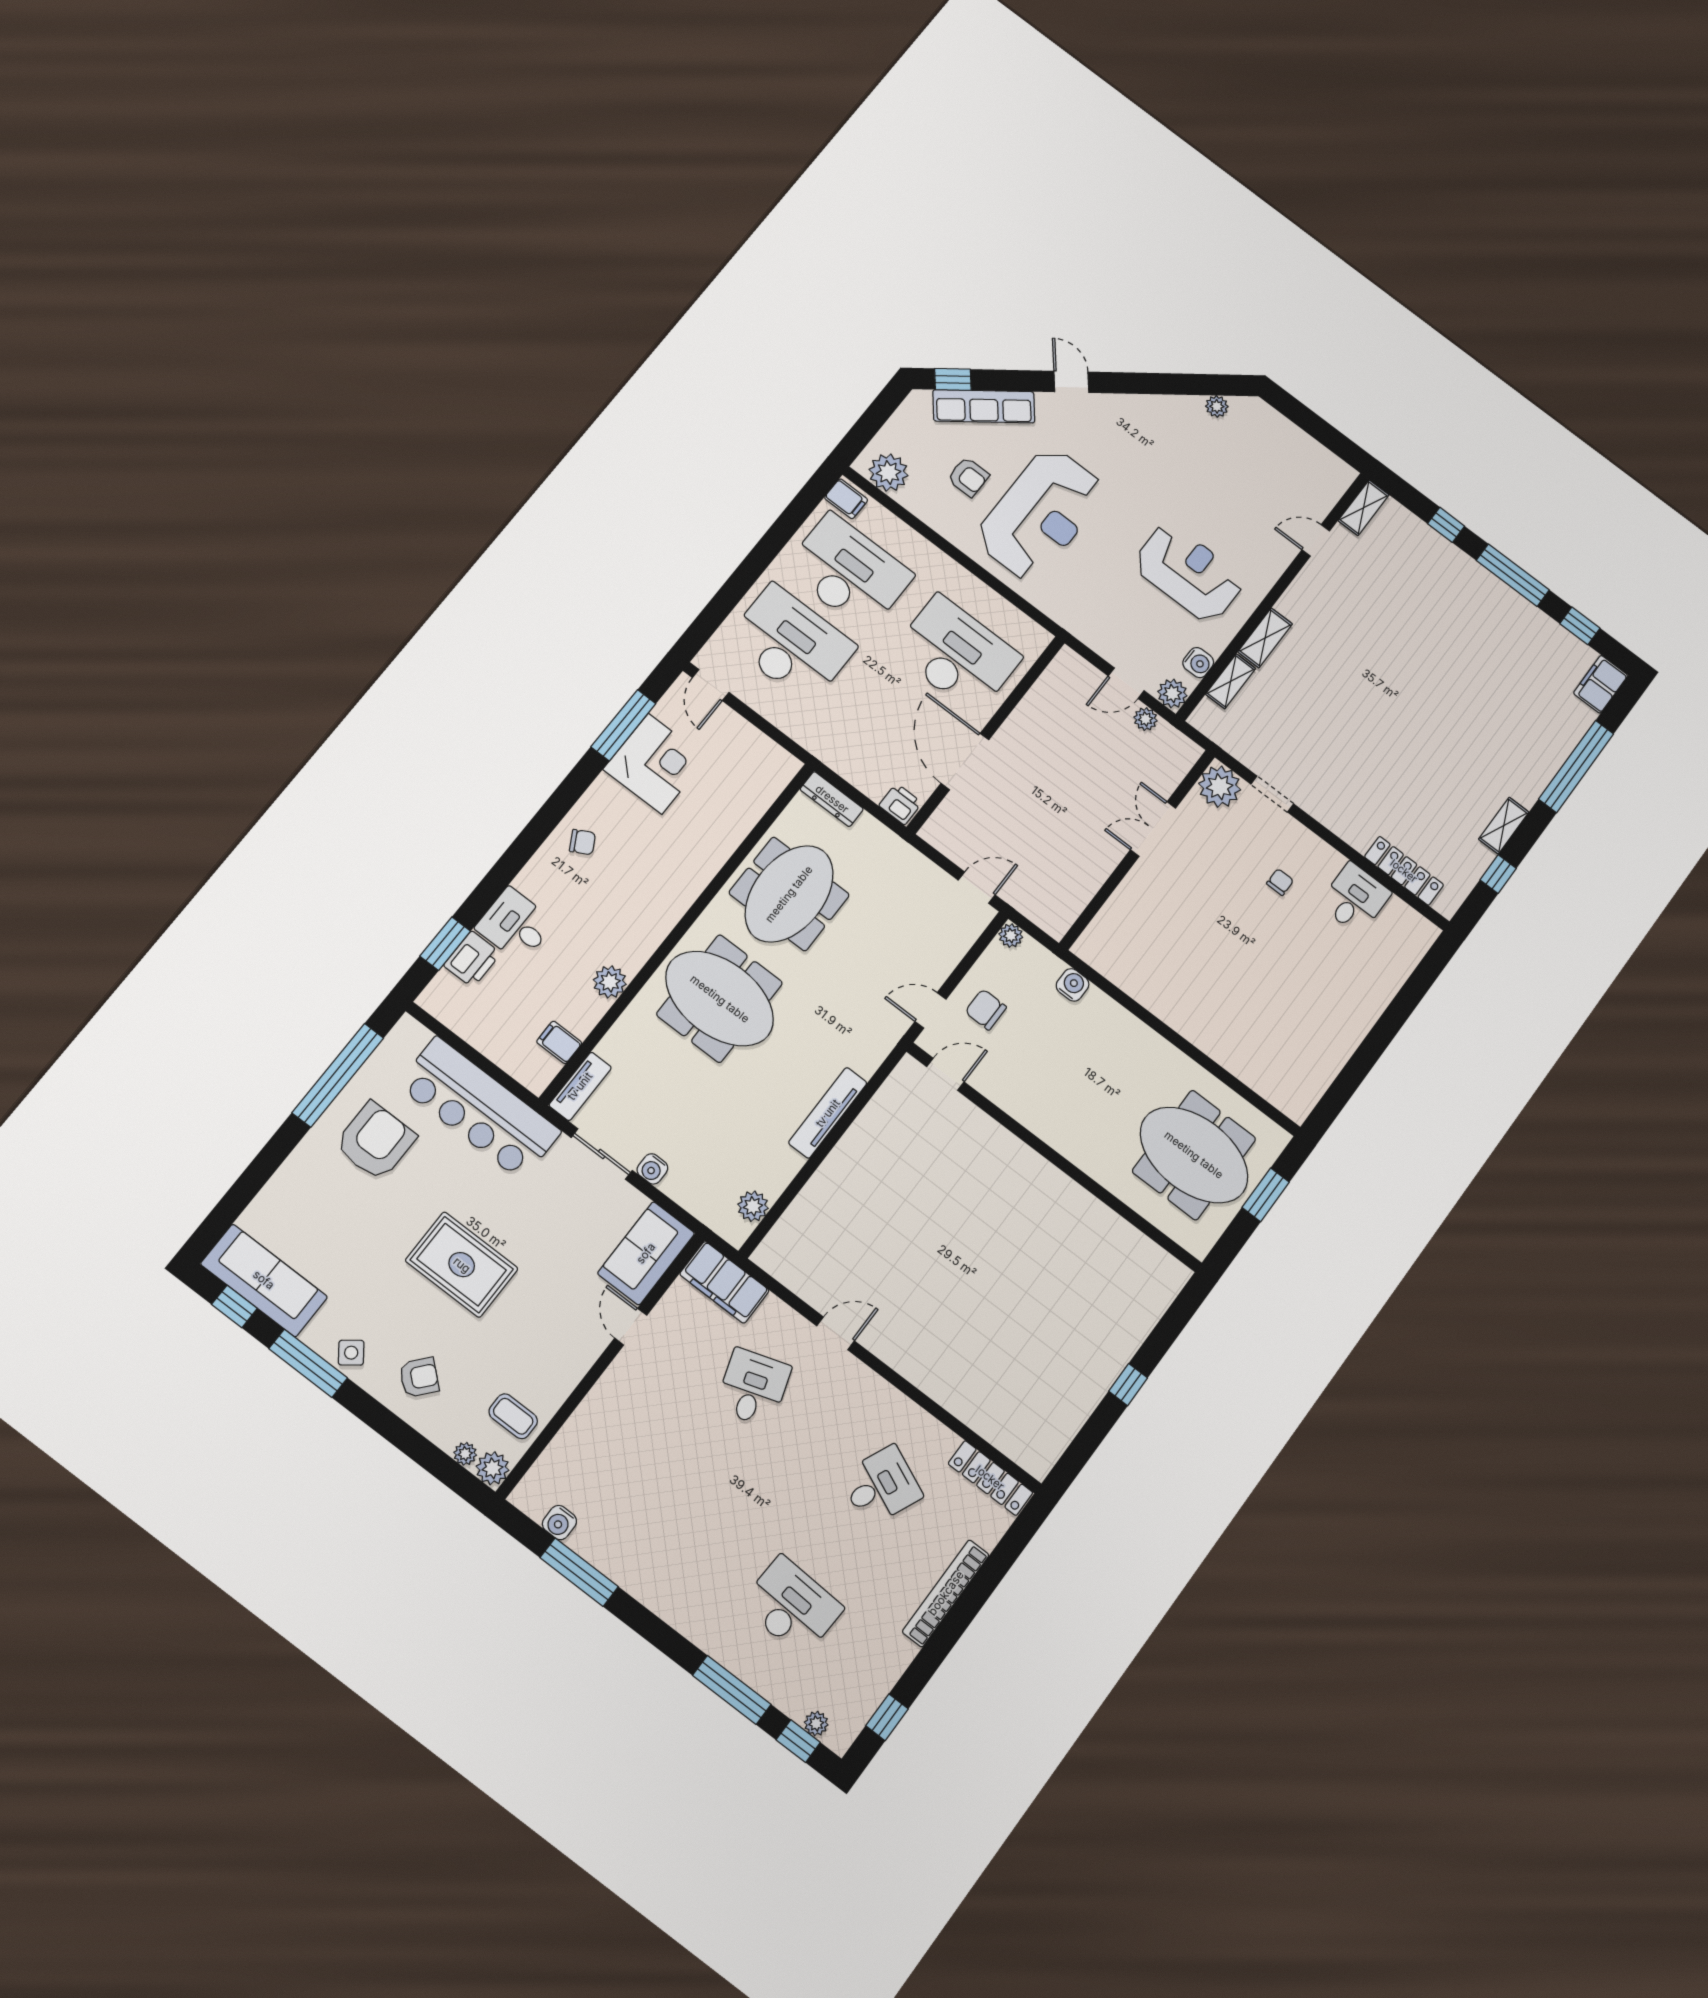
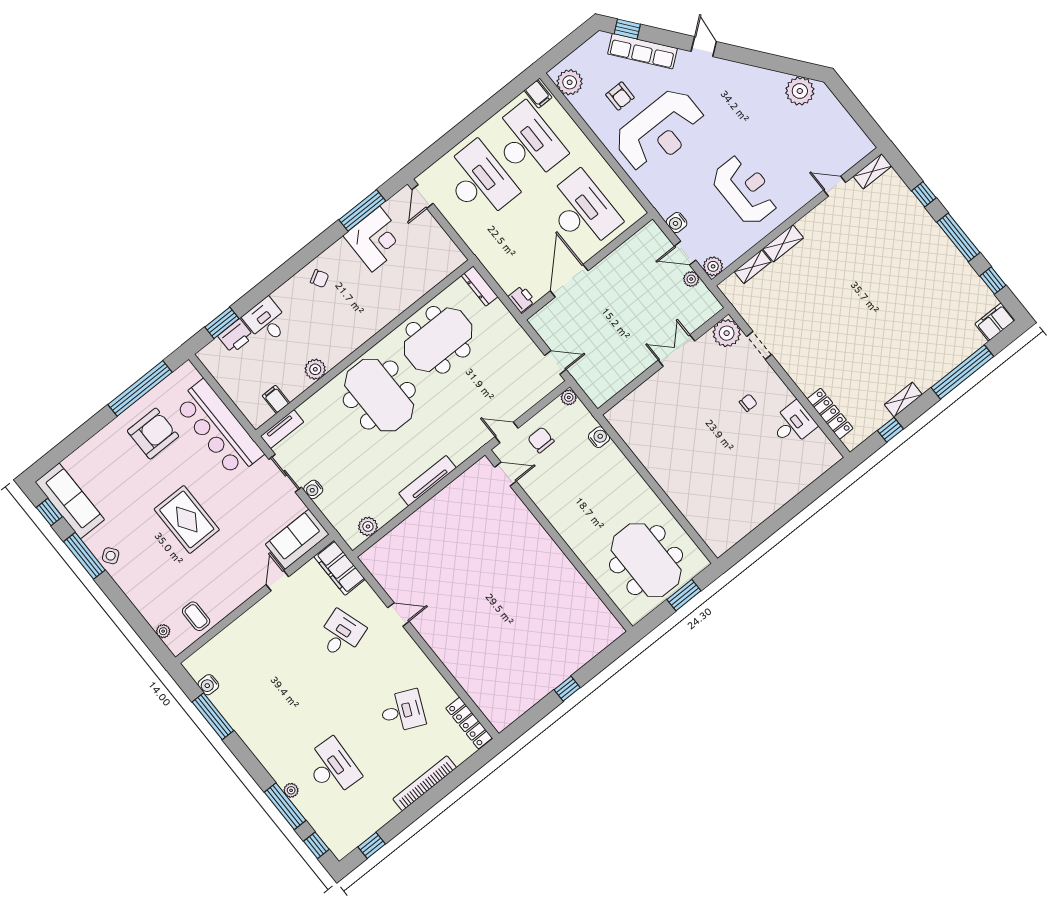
plant: (1217, 406) -> (800, 91), width x1.88, depth x1.88
water cooler: (1198, 663) -> (677, 223), moved, turned 90
armchair: (419, 1377) -> (147, 580), removed
plant: (493, 1468) -> (177, 644), removed
plant: (816, 1724) -> (291, 790), moved

